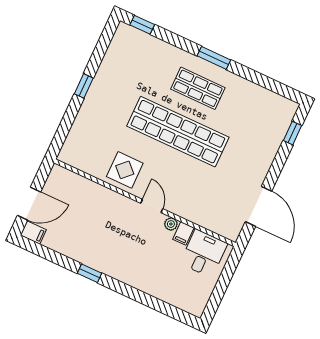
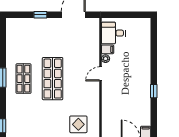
shop shelf: (178, 132) -> (53, 79), width x0.71
window: (293, 133) -> (40, 15), moved
display table: (125, 170) -> (78, 124), moved

